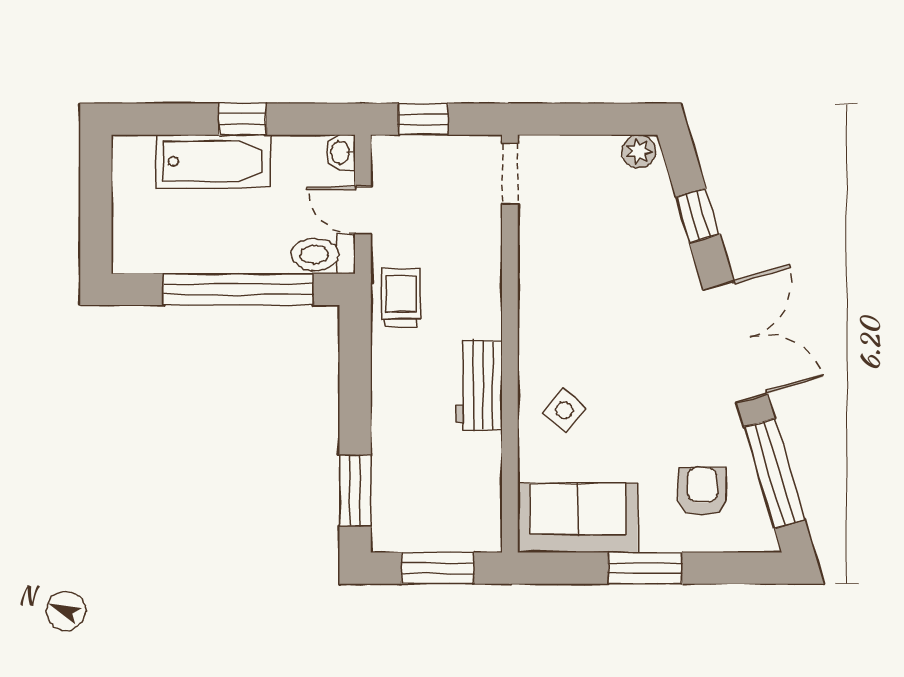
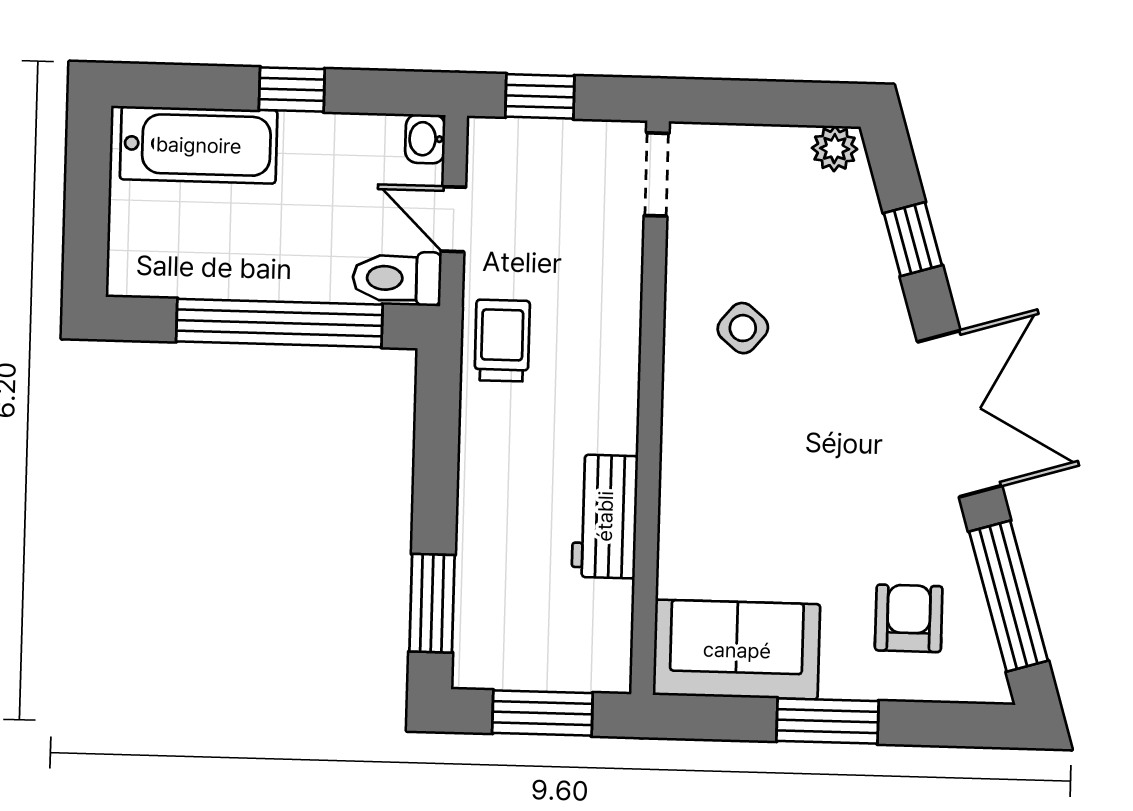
bathtub: (214, 161) -> (199, 145), moved
workbench: (479, 385) -> (605, 516), moved
side table: (564, 410) -> (743, 328), moved

